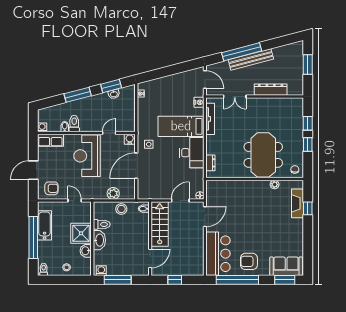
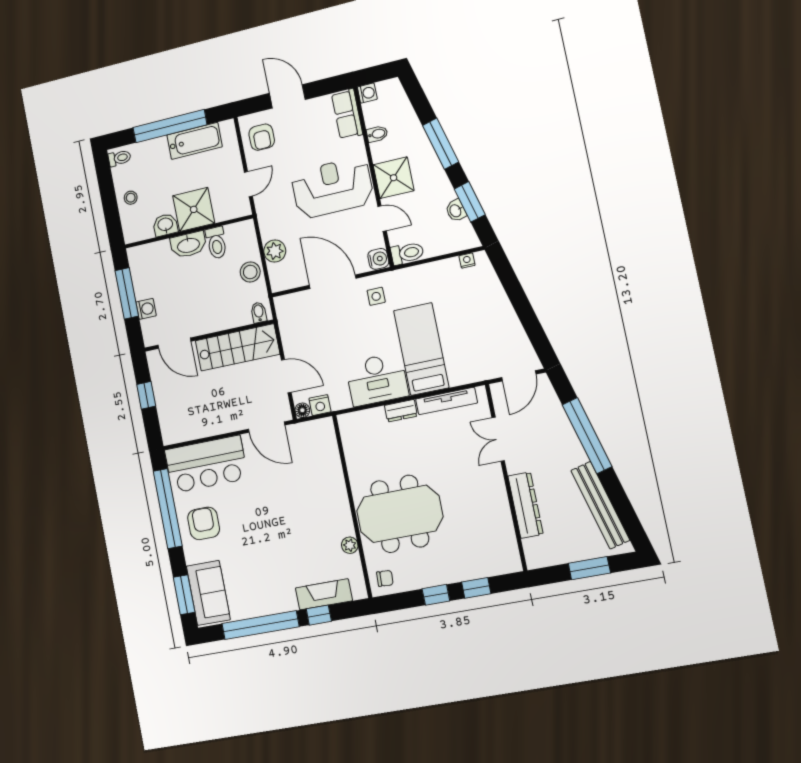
bench: (251, 59) -> (600, 505), moved
nightstand: (199, 102) -> (320, 405), moved
shower: (89, 123) -> (394, 178), added
toilet: (74, 124) -> (407, 253), moved
dresser: (210, 163) -> (401, 411), moved
window: (308, 241) -> (260, 625), added
washing machine: (101, 271) -> (146, 309), moved

